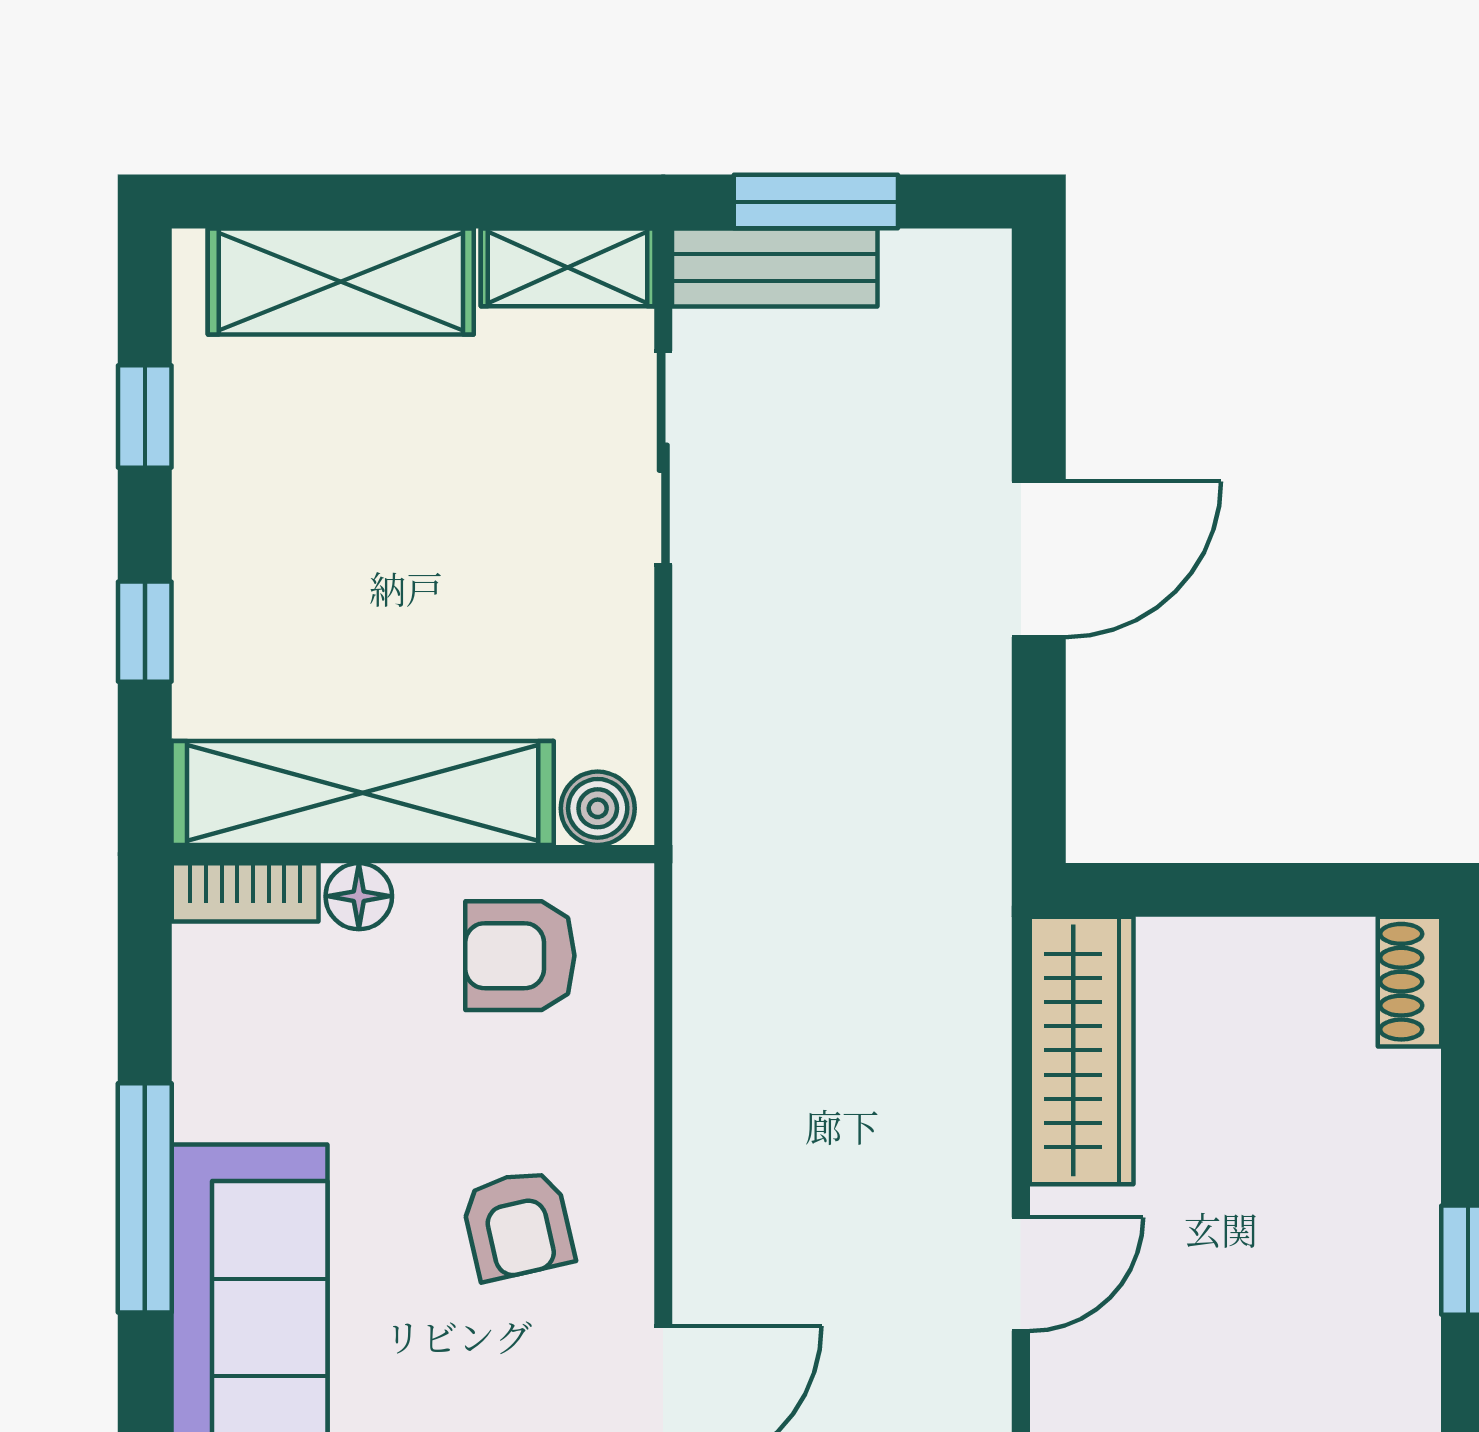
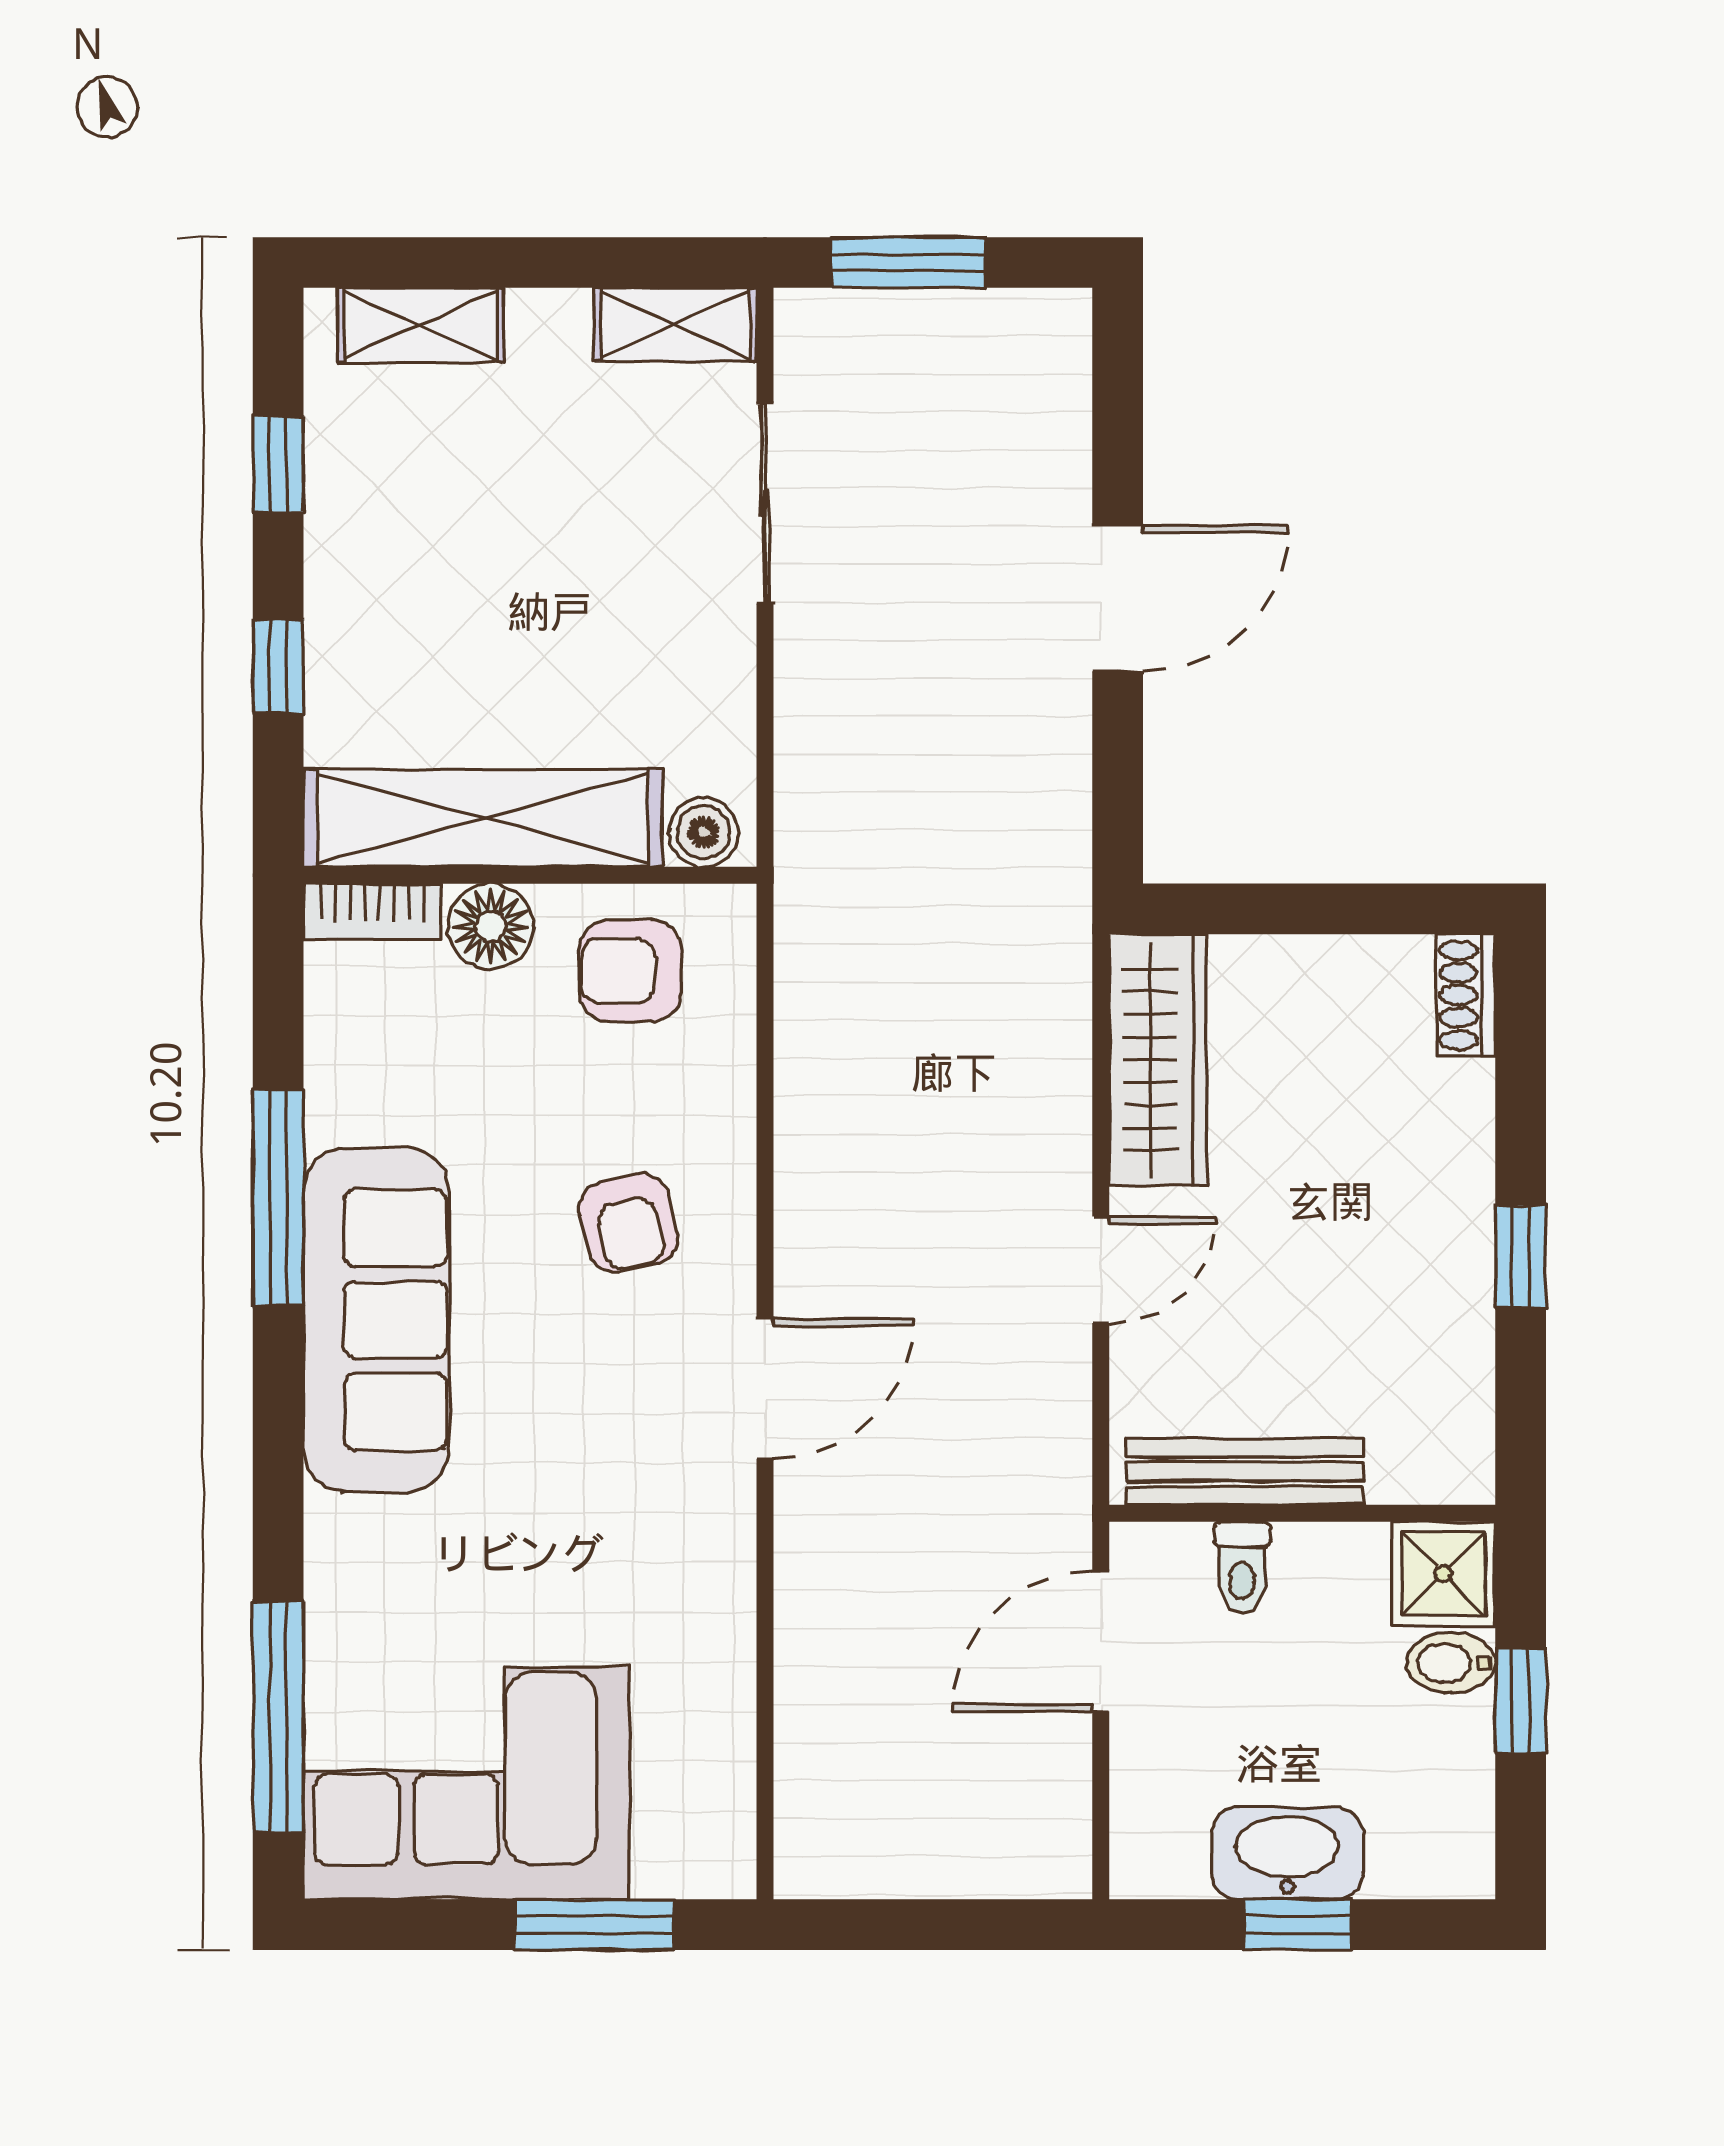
bench: (775, 268) -> (870, 324), removed
shelving: (341, 281) -> (421, 325), width x0.67, depth x0.75
floor lamp: (359, 896) -> (491, 926), width x1.37, depth x1.37

